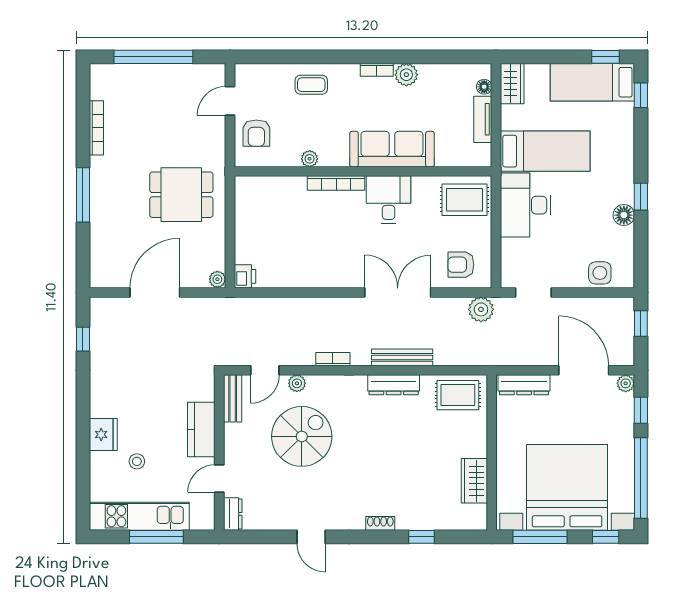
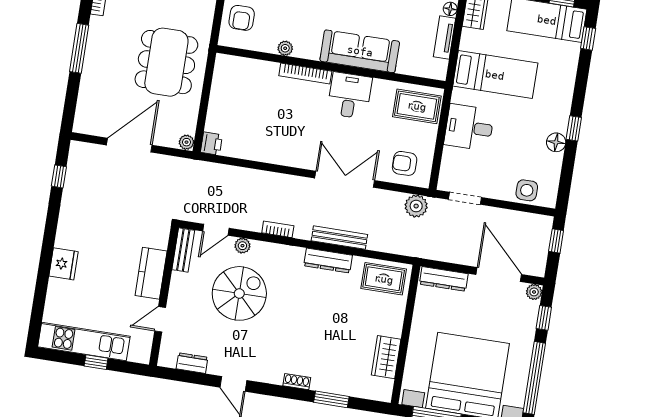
dining table: (181, 195) -> (166, 62), width x1.37
desk: (526, 205) -> (469, 127), width x0.73
stool: (137, 461) -> (89, 292), removed
dresser: (233, 514) -> (192, 363), moved, turned -90
window: (156, 537) -> (96, 362), width x0.46
window: (421, 537) -> (331, 399), width x1.50

